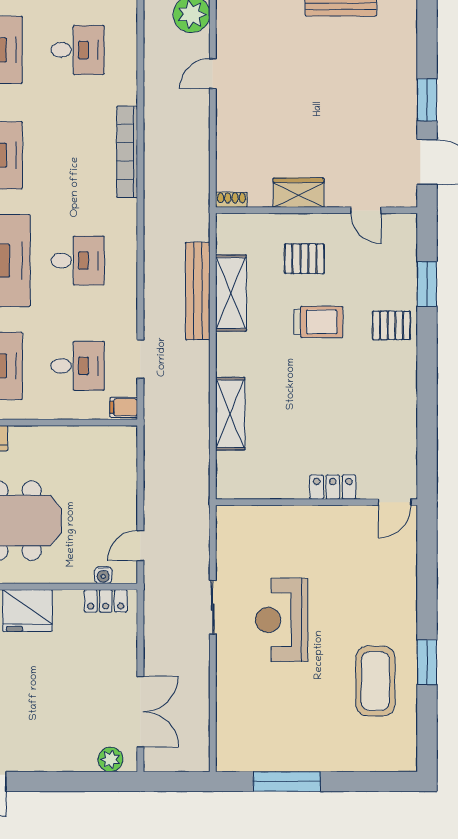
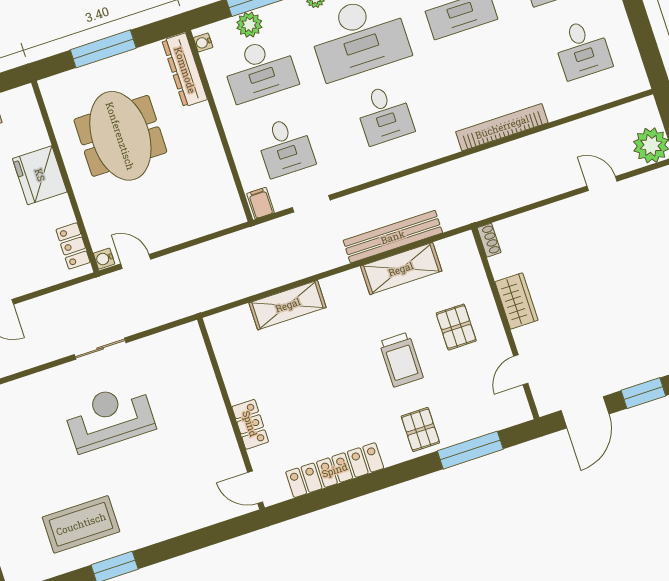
window: (427, 284) -> (470, 450), width x1.44
locker: (403, 420) -> (335, 470), added
water cooler: (103, 575) -> (104, 259), moved

